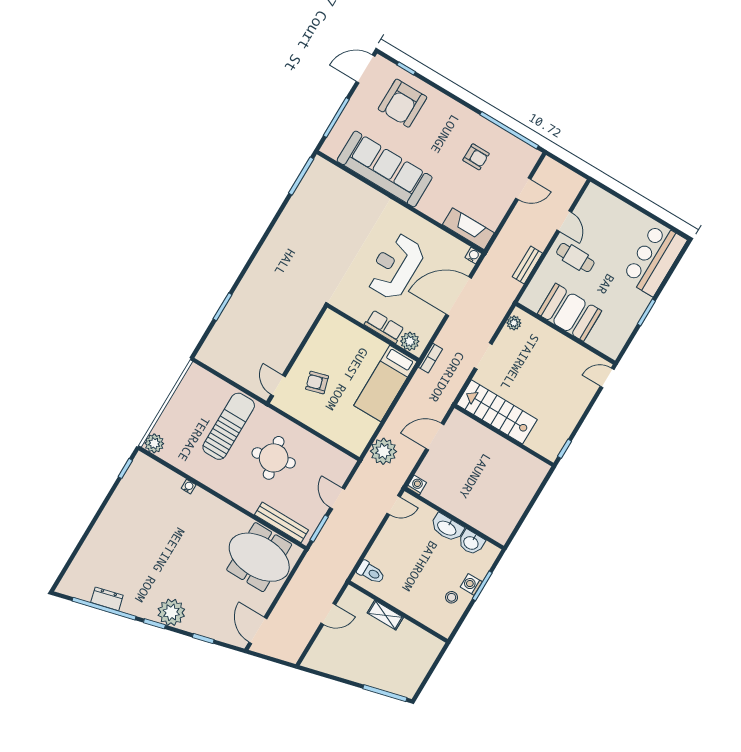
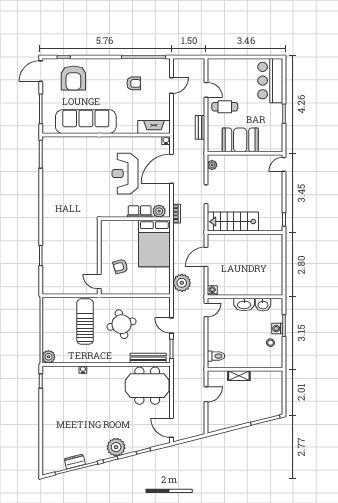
bed: (385, 383) -> (154, 244), width x1.50

